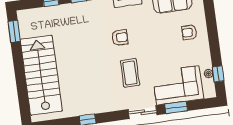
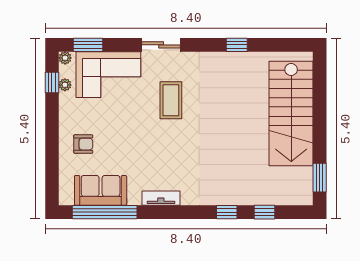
armchair: (120, 38) -> (178, 150), removed
plant: (211, 93) -> (65, 58), added
window: (176, 108) -> (88, 45), moved

